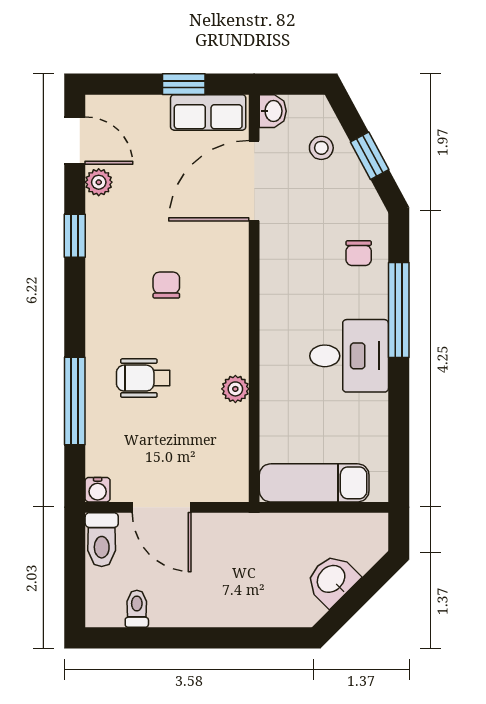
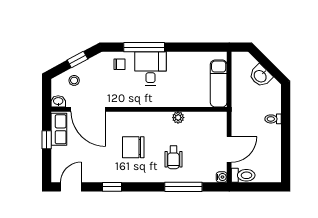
plant: (99, 182) -> (89, 177), removed
chair: (166, 285) -> (133, 147), width x1.87, depth x1.87
desk: (349, 356) -> (150, 68), moved
toilet: (137, 609) -> (273, 119), moved

